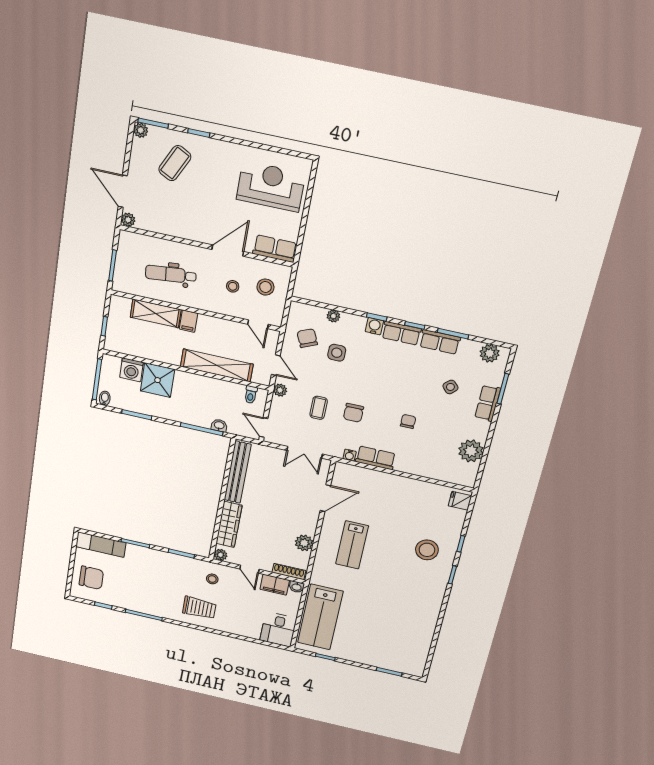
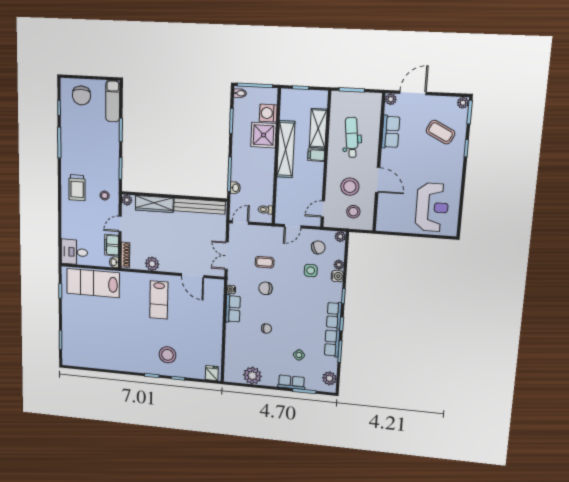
row of seats: (275, 249) -> (391, 132), moved
stool: (233, 286) -> (350, 187), width x1.89, depth x1.89
water cooler: (374, 326) -> (337, 276), moved
shelving: (217, 365) -> (286, 149), moved
plant: (280, 390) -> (340, 237), moved
lab bench: (352, 545) -> (159, 300), turned -90

